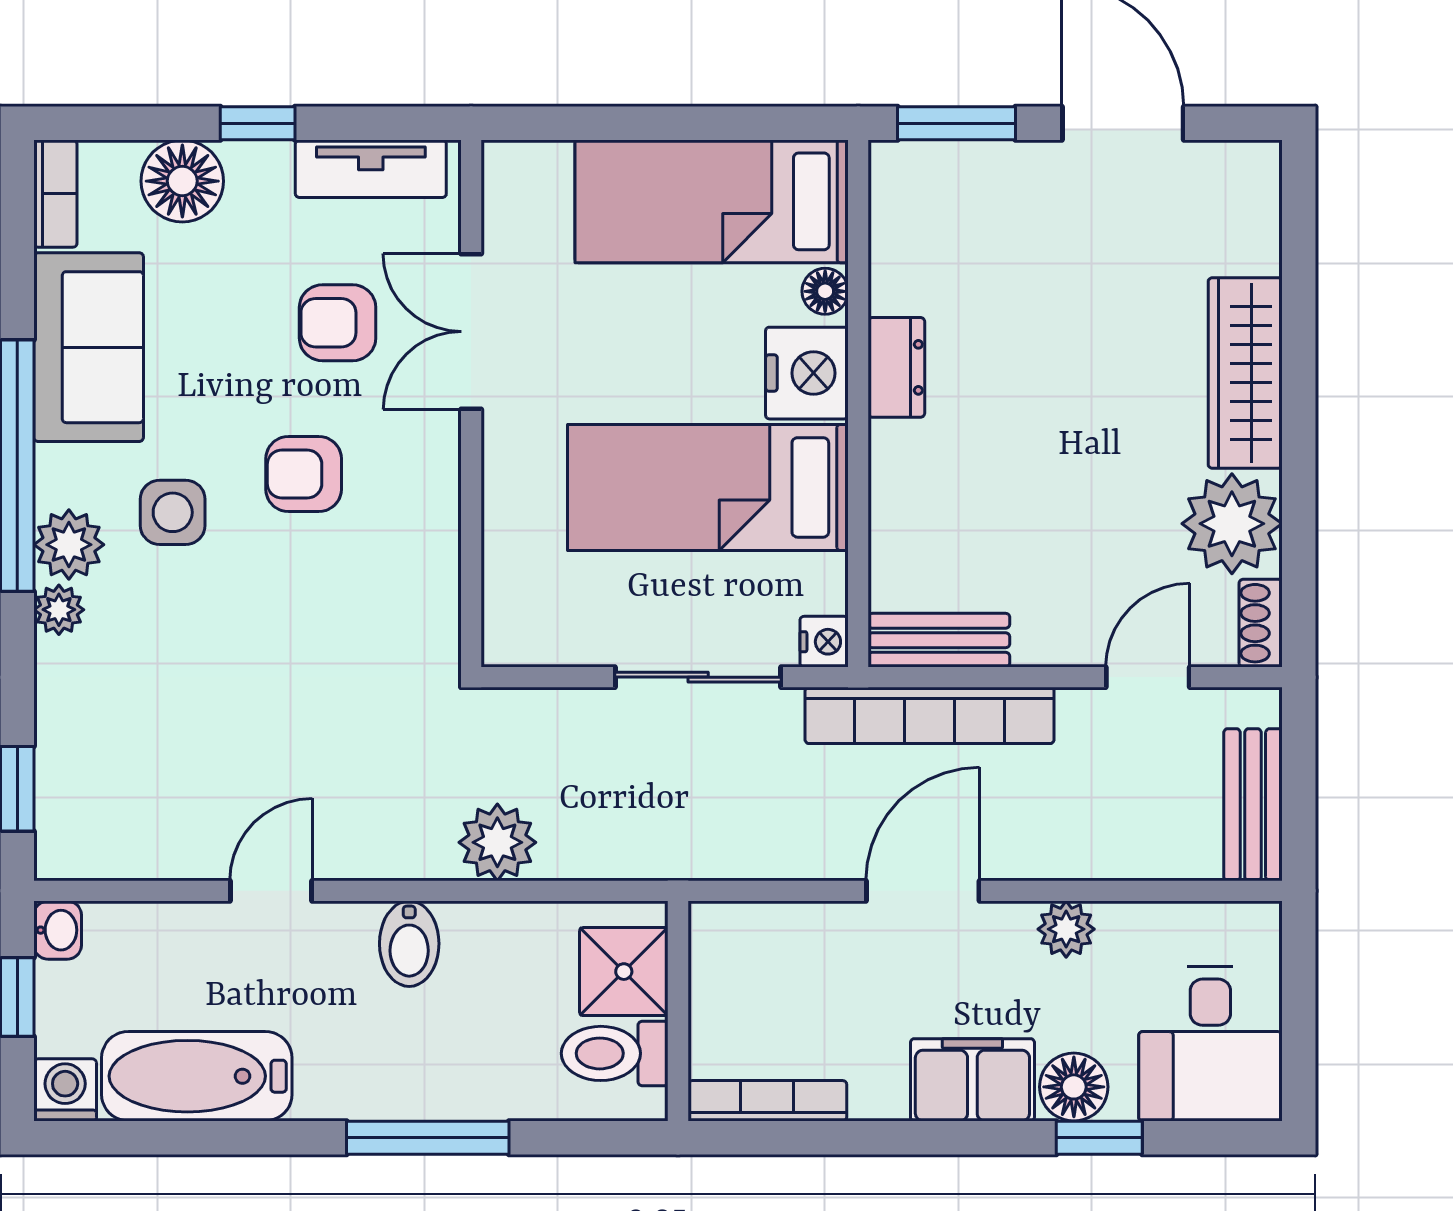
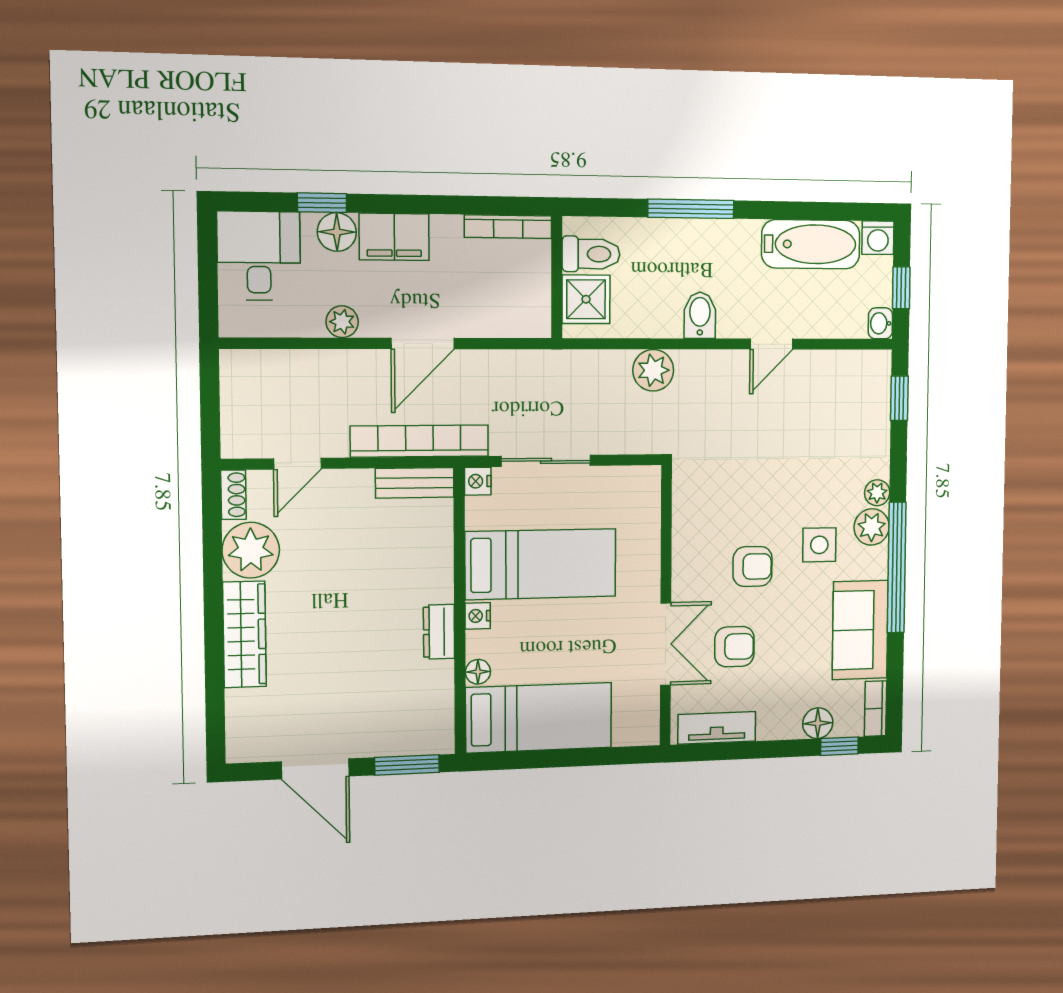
window: (258, 123) -> (839, 746), moved
floor lamp: (182, 181) -> (818, 723), width x0.73, depth x0.73
nightstand: (807, 373) -> (478, 616), width x0.53, depth x0.56
bench: (1253, 805) -> (236, 392), removed

